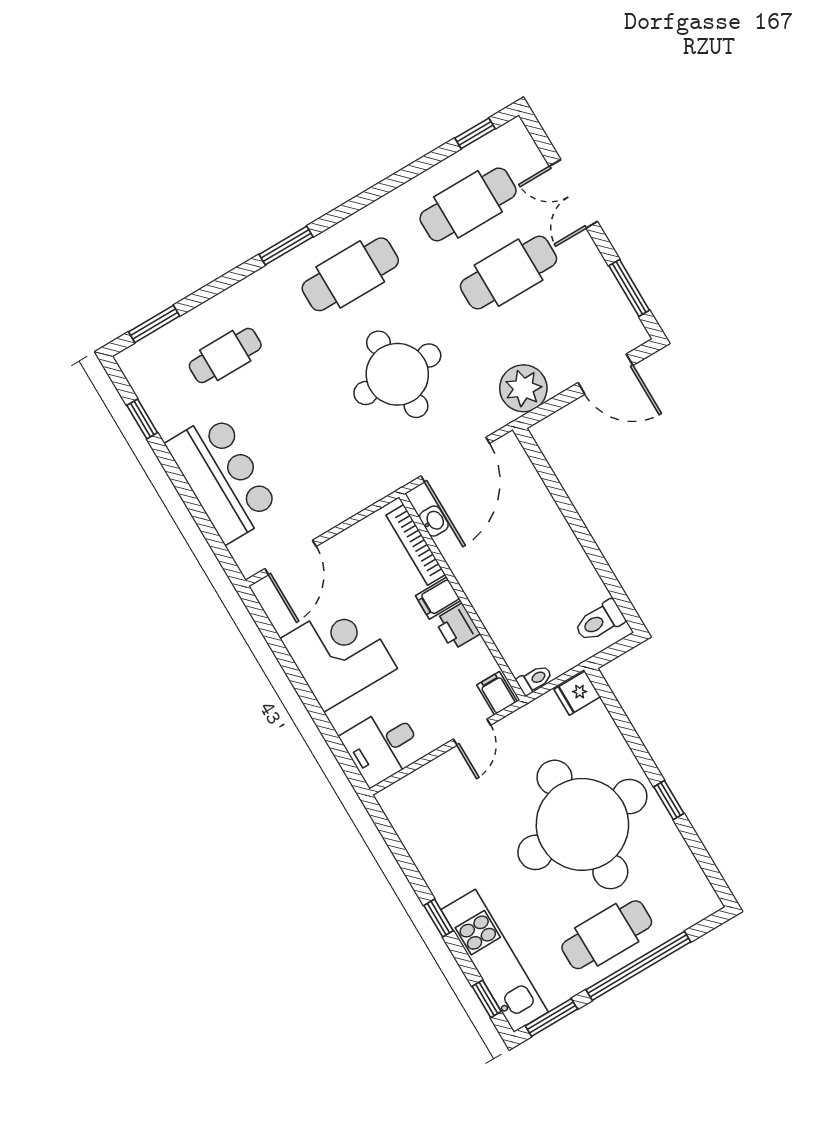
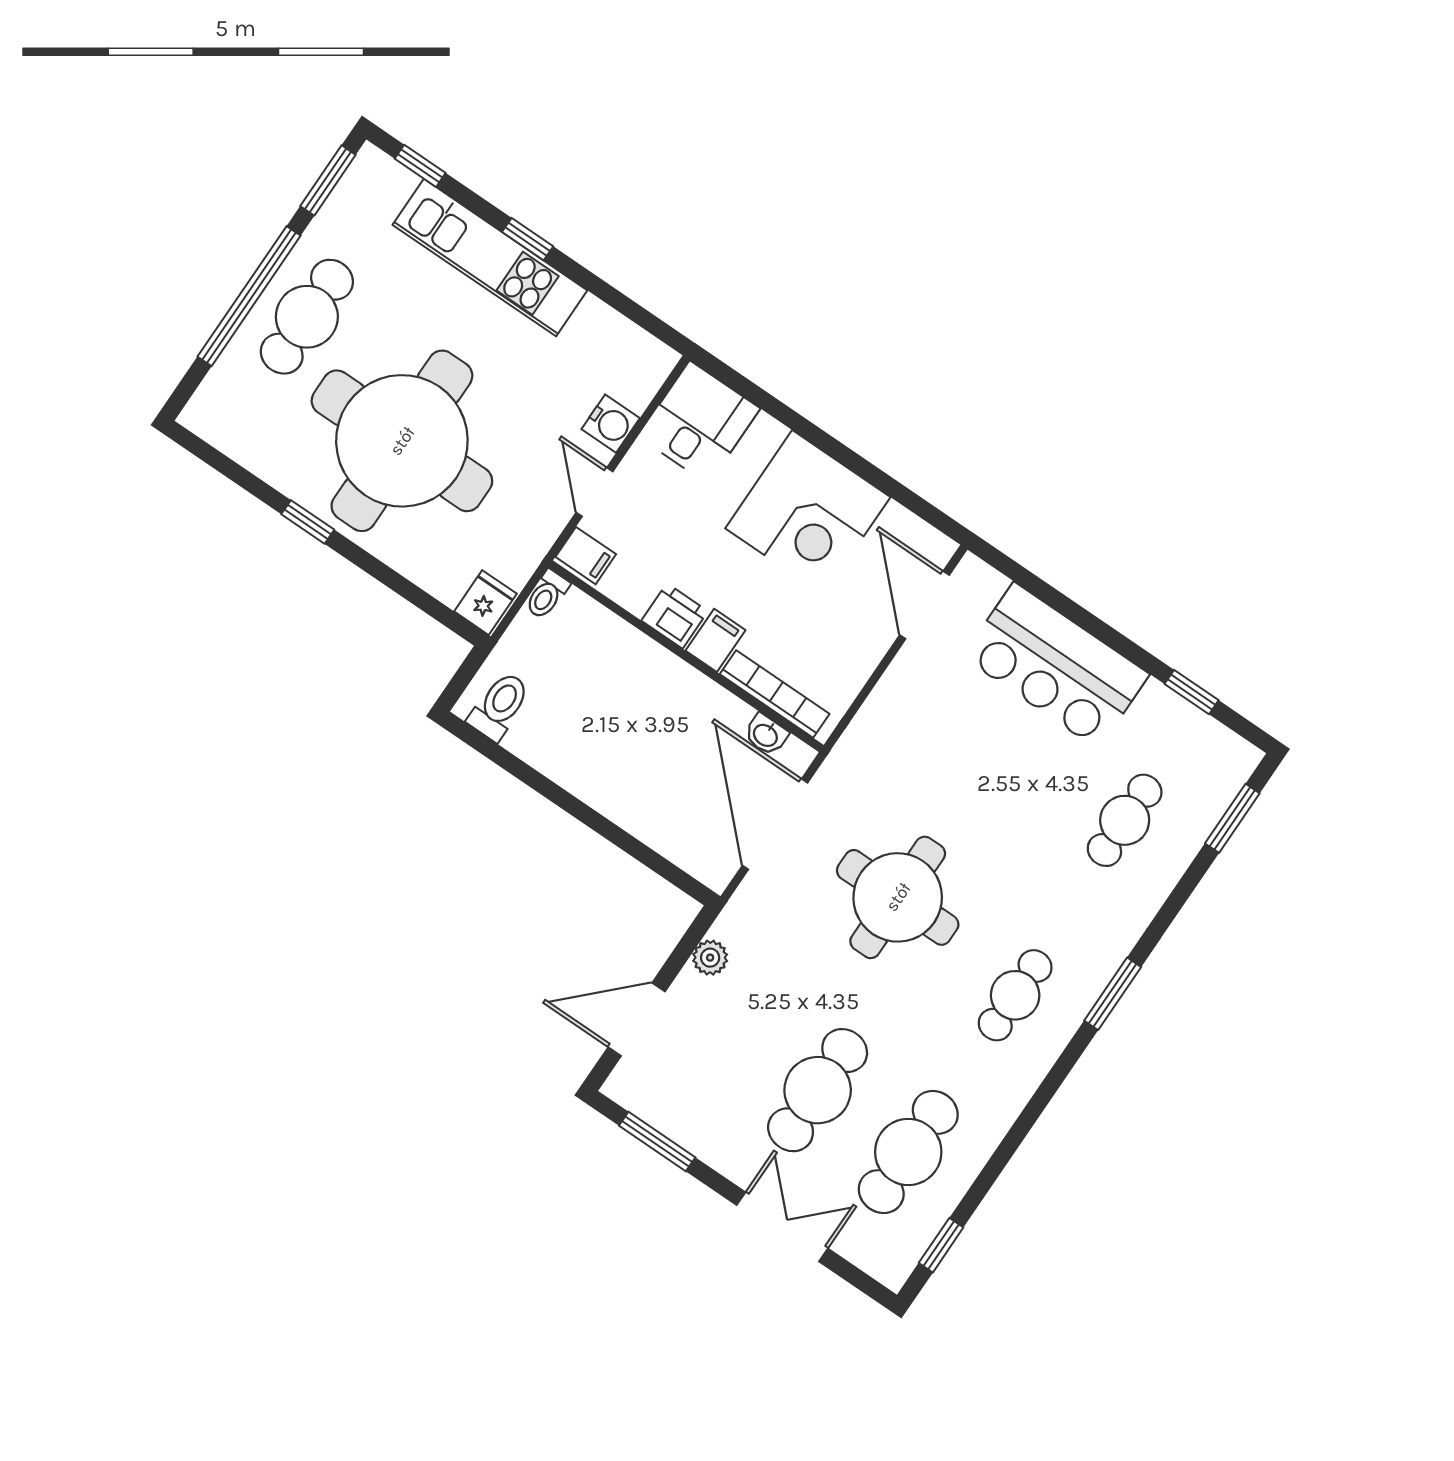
cafe table: (350, 274) -> (1015, 995), width x0.73, depth x0.74
plant: (523, 388) -> (710, 958), width x0.53, depth x0.53
water cooler: (441, 772) -> (611, 424), added
kitchen unit: (495, 961) -> (490, 258), moved

